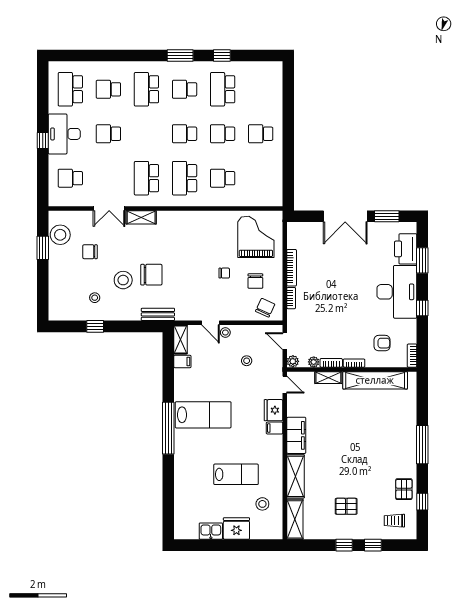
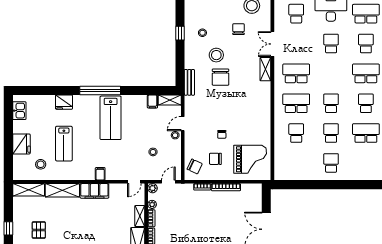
fridge: (273, 410) -> (64, 102), moved, turned 180
kitchen sink: (211, 531) -> (19, 111), moved

